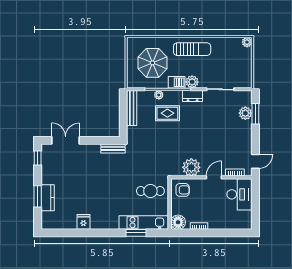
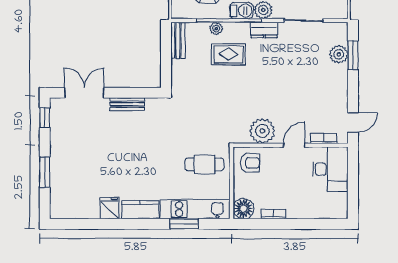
bench: (132, 108) -> (178, 40), width x0.73
bench: (113, 148) -> (127, 104), moved
kitchen counter: (48, 198) -> (140, 210), moved, turned -90

